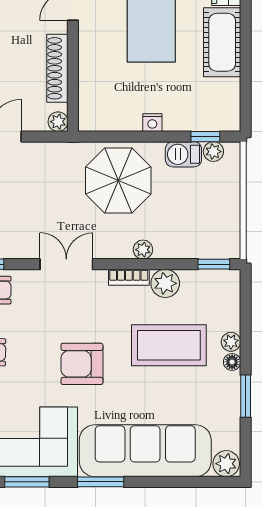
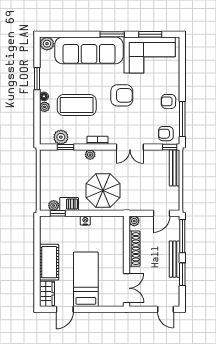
window: (214, 264) -> (66, 147), moved
plant: (165, 283) -> (61, 137), moved

